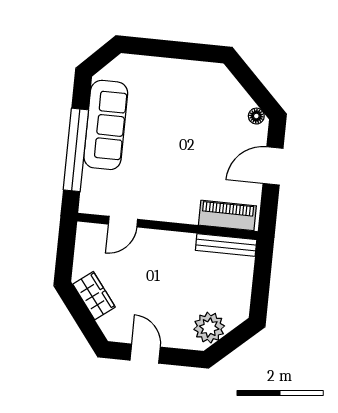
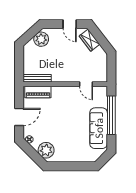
plant: (223, 89) -> (46, 150), added
door: (123, 222) -> (86, 84), swing flipped
wardrobe: (94, 296) -> (90, 40), moved

